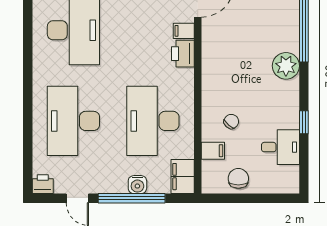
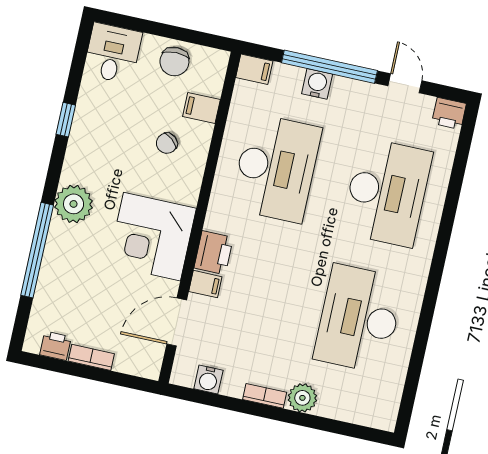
corner desk: (227, 55) -> (152, 237), added
desk: (280, 147) -> (113, 53), moved, turned 90
filing cabinet: (183, 177) -> (254, 69), width x0.50

